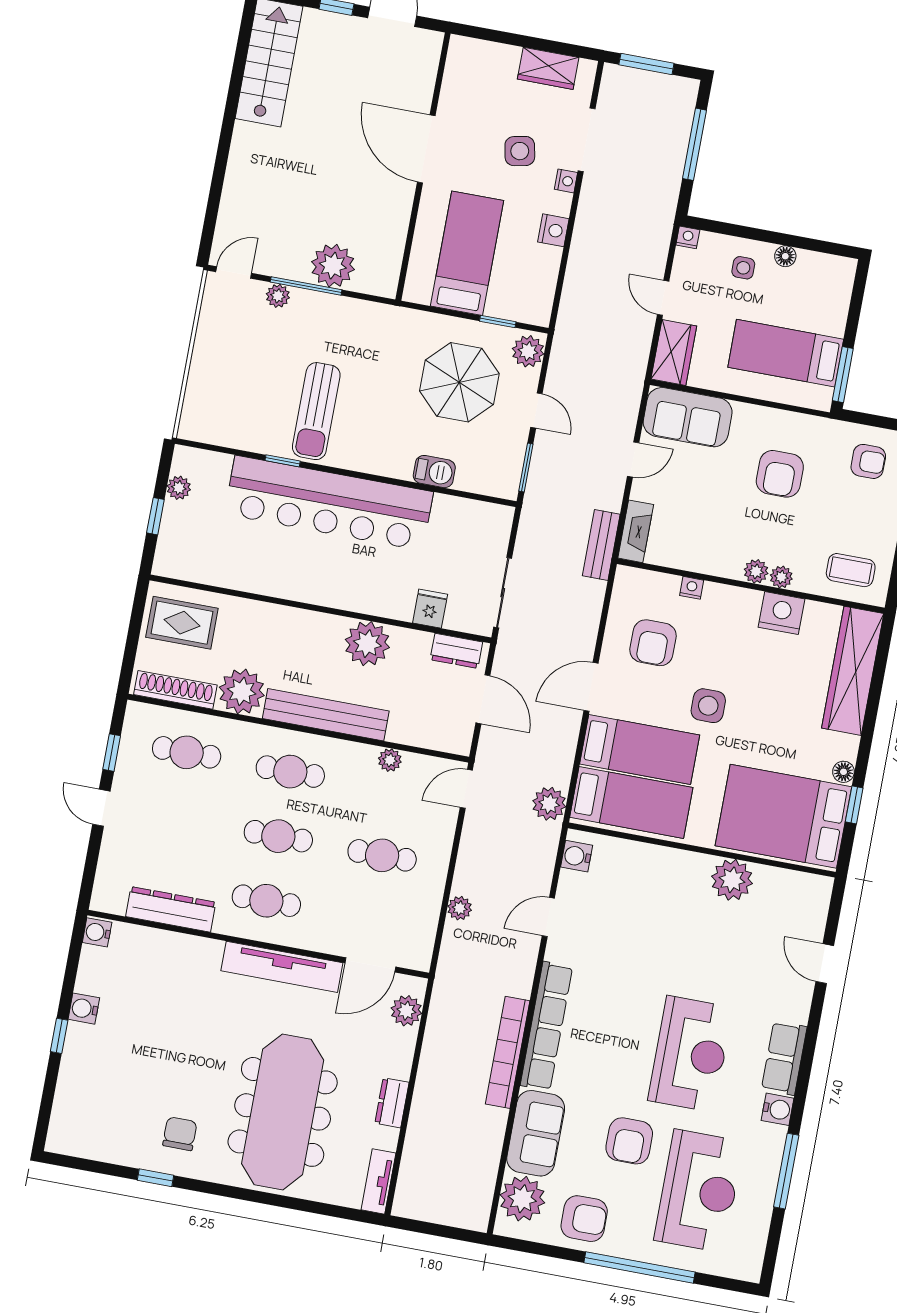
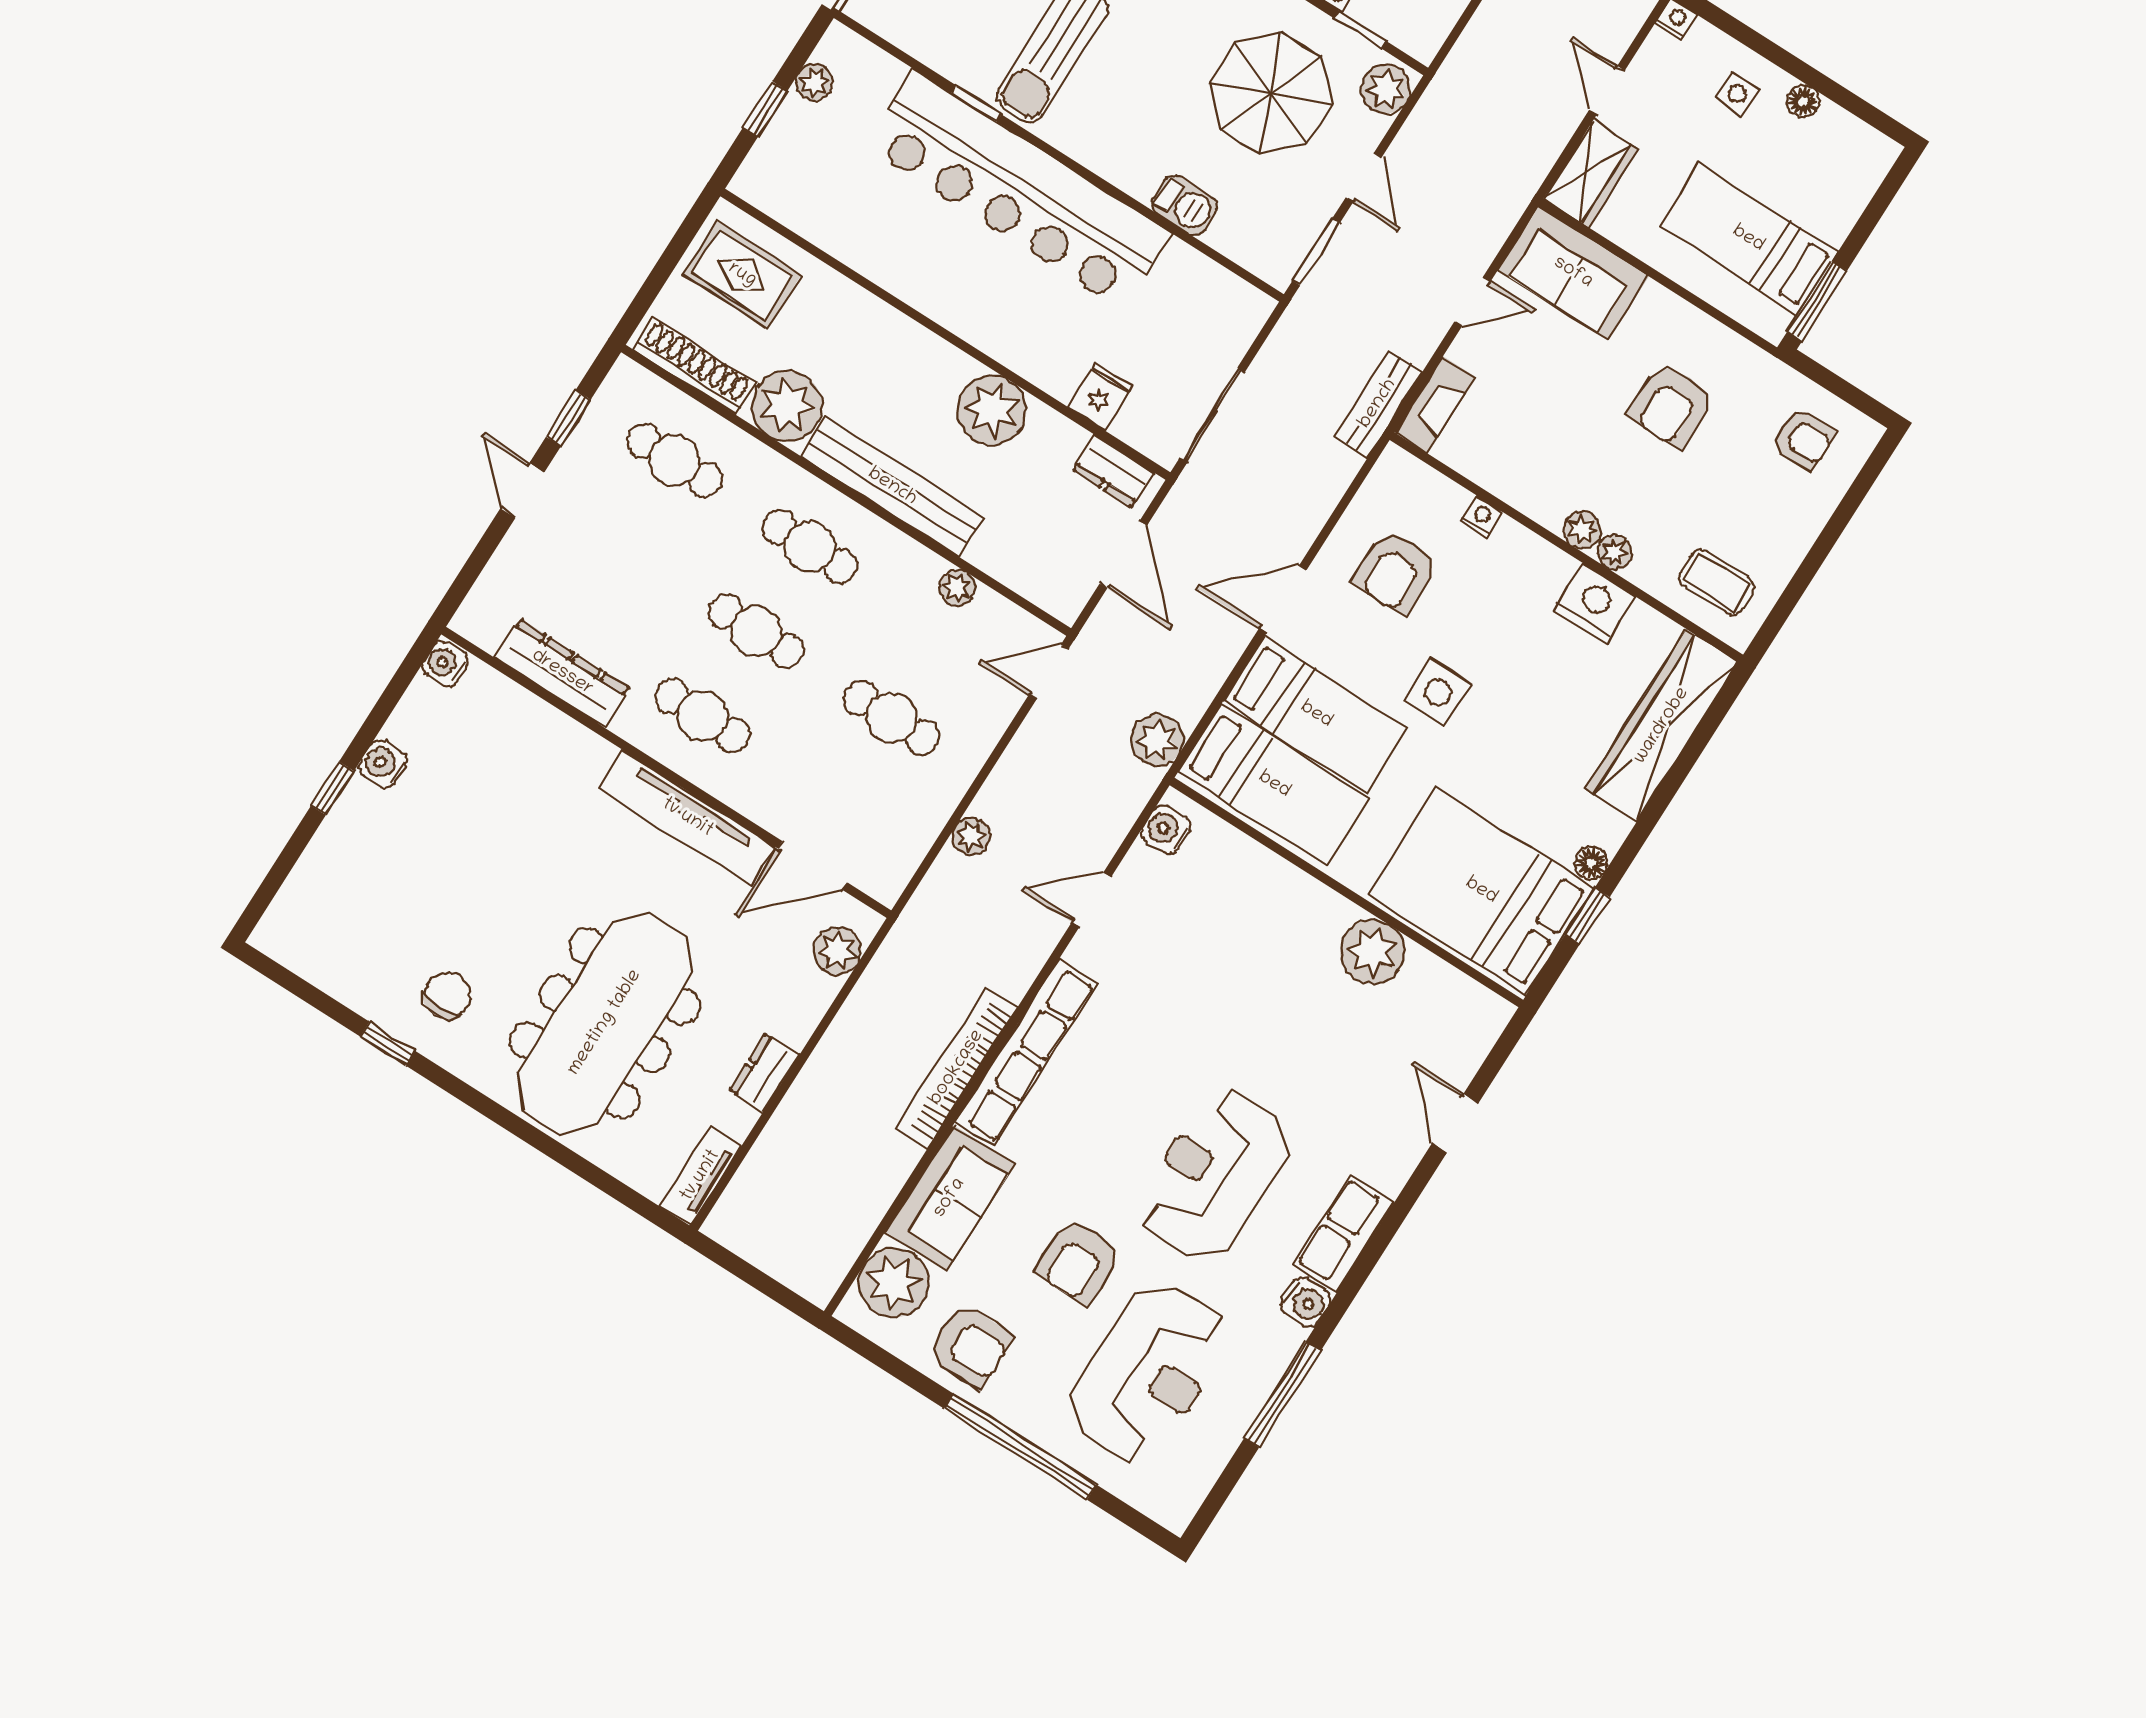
reception desk: (690, 1054) -> (1214, 1174), turned 180

